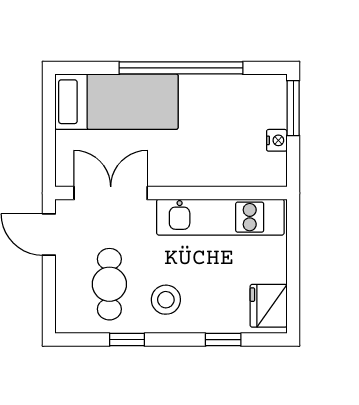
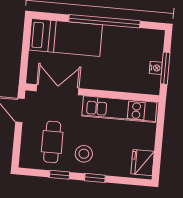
window: (293, 108) -> (165, 68), moved
window: (223, 340) -> (95, 178), moved

